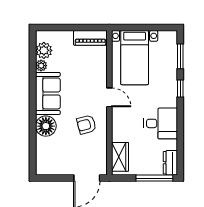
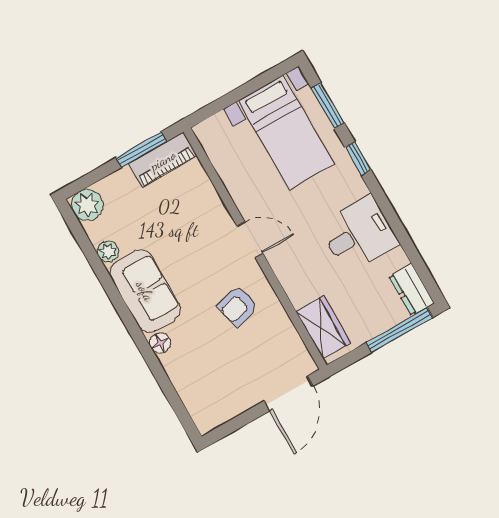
window: (83, 27) -> (141, 149), added
plant: (44, 50) -> (87, 205), moved
bed with nightstands: (135, 58) -> (286, 132), moved
floor lamp: (46, 126) -> (160, 343), width x0.53, depth x0.53

